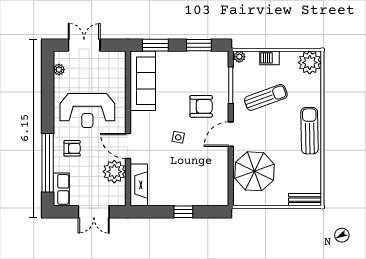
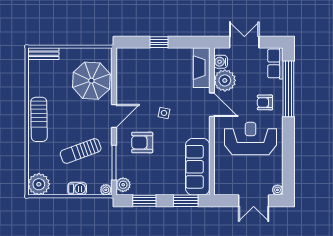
plant: (221, 62) -> (123, 185), added
plant: (59, 70) -> (278, 190), moved
water cooler: (119, 191) -> (221, 62), added

